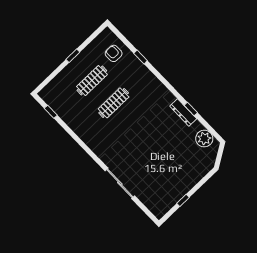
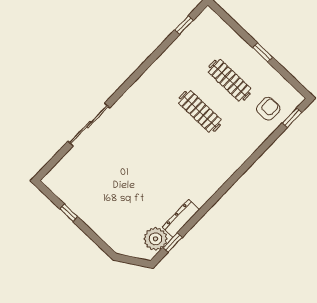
window: (141, 57) -> (292, 118), moved
window: (191, 109) -> (173, 243), moved
dresser: (183, 112) -> (181, 218), moved

